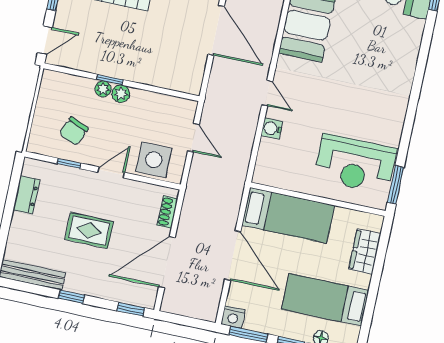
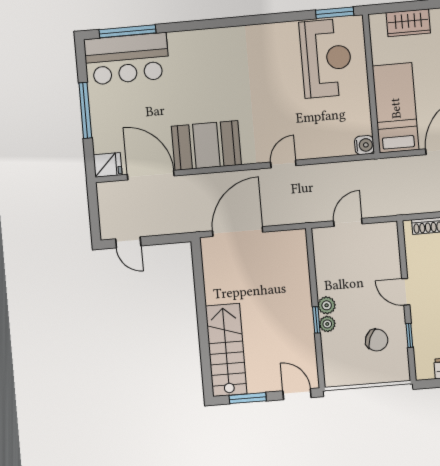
water cooler: (272, 129) -> (364, 145), moved, turned -90
side table: (154, 160) -> (381, 254), removed

